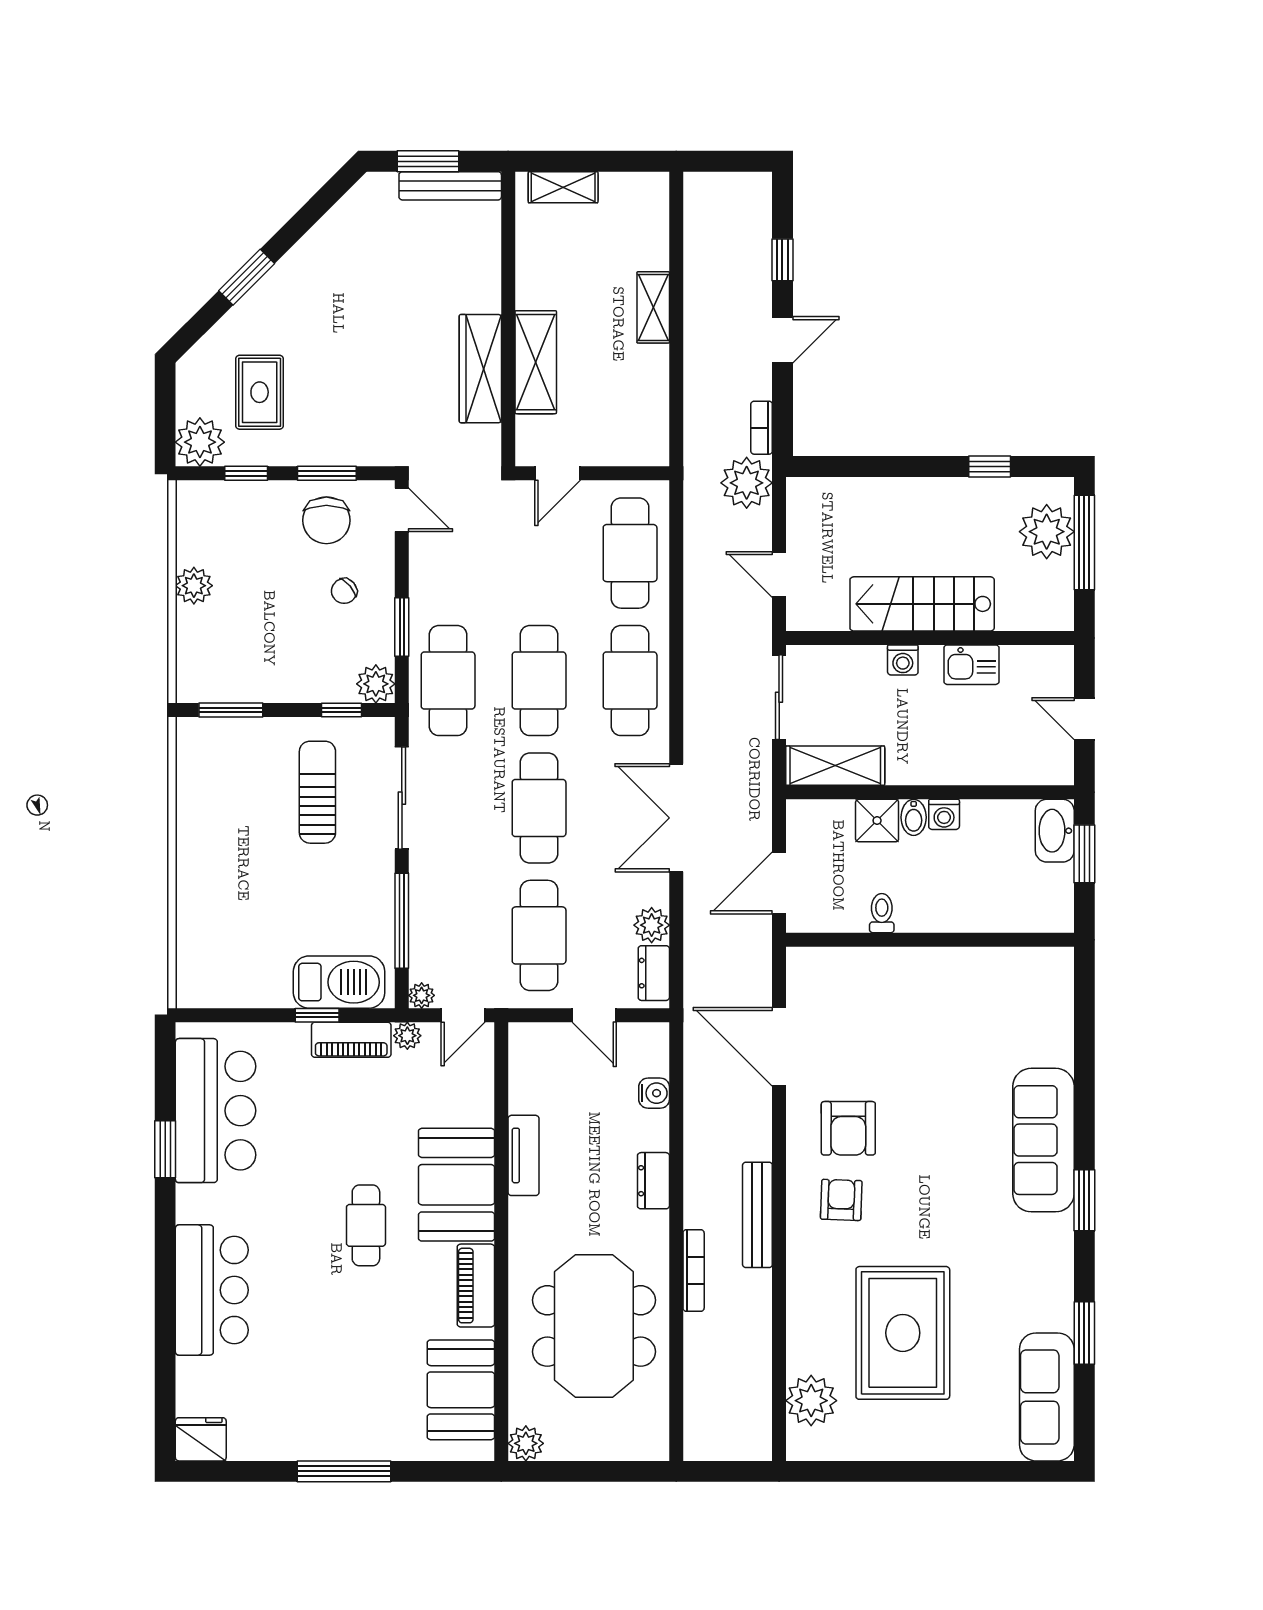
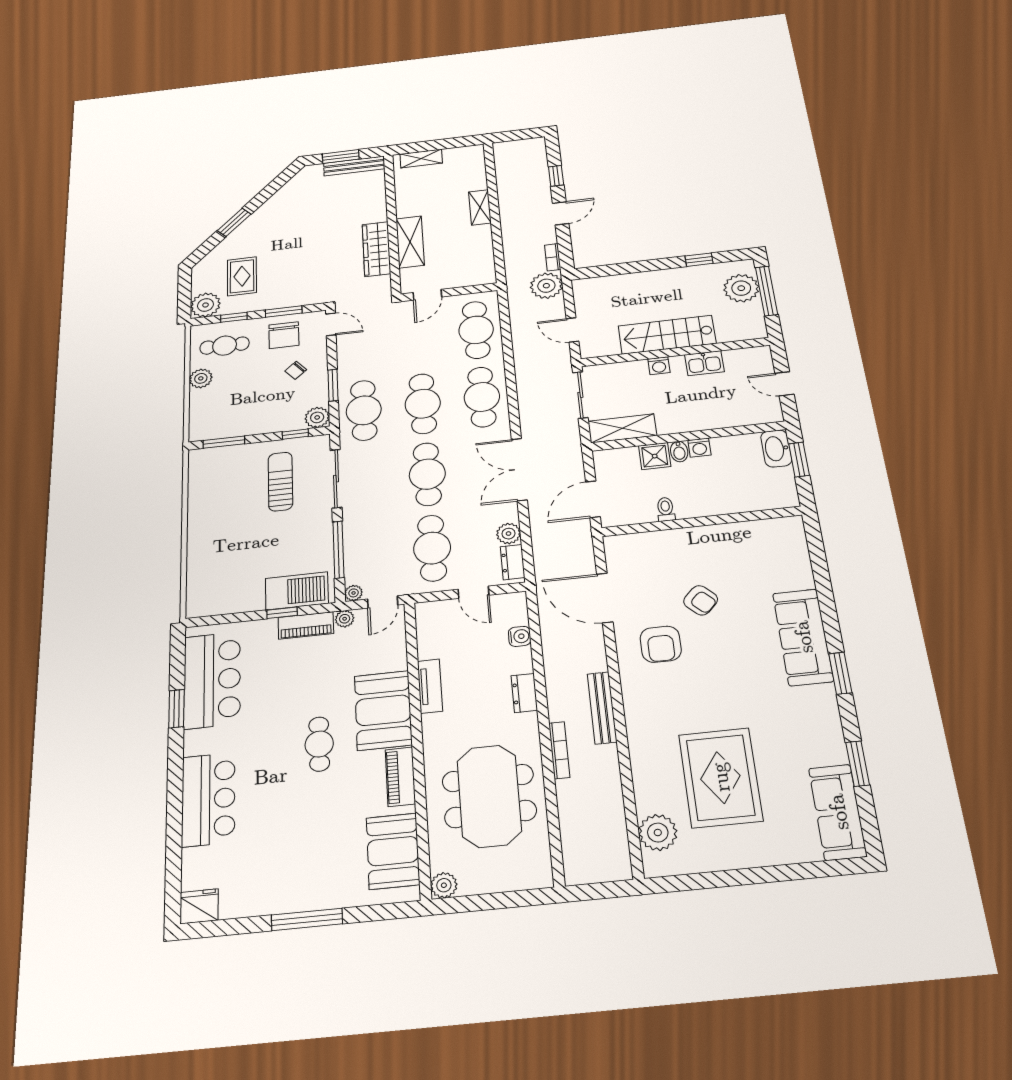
cafe table: (231, 527) -> (225, 346), added
armchair: (841, 1200) -> (701, 600), moved, turned 132

